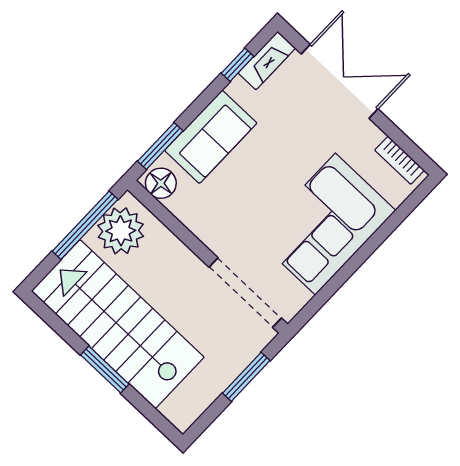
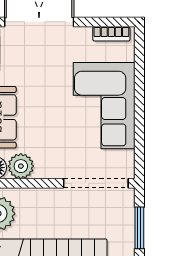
plant: (187, 206) -> (21, 166), added

